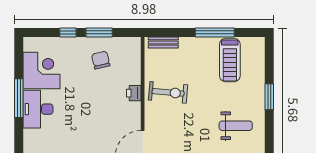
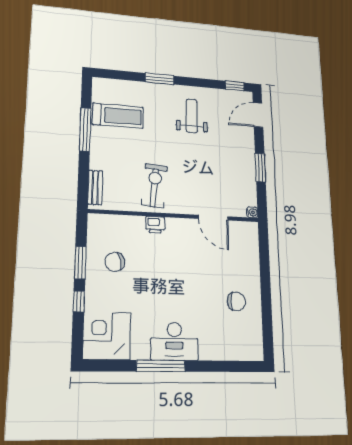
corner desk: (41, 71) -> (107, 336), moved

